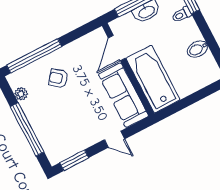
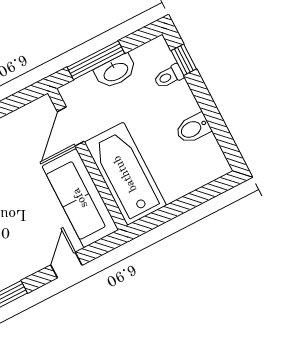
door: (114, 139) -> (66, 265), swing flipped

